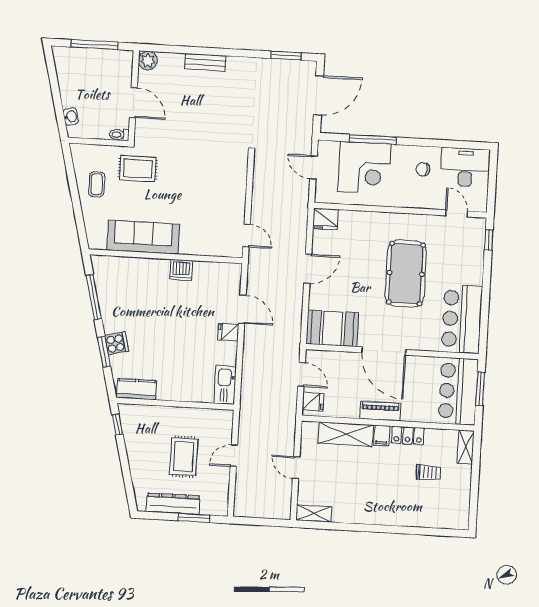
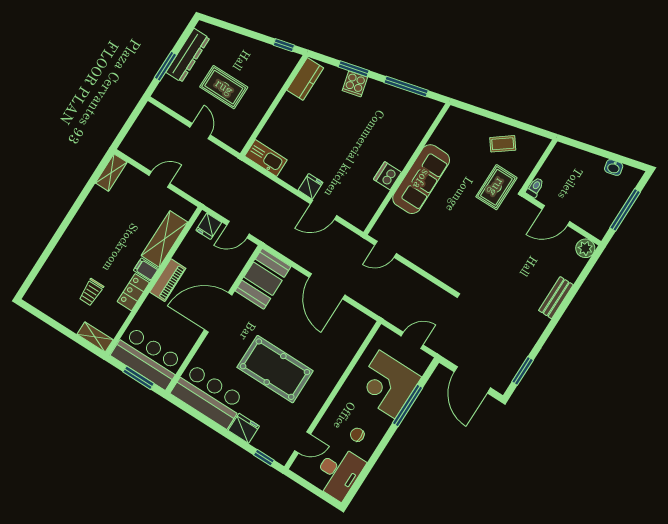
washbasin: (71, 116) -> (614, 167), moved
chair: (423, 169) -> (357, 435), turned -95
coffee table: (97, 184) -> (503, 144), turned -37
fridge: (325, 219) -> (244, 428), moved, turned 90
sofa: (143, 237) -> (421, 179), moved
door: (308, 269) -> (327, 286), width x1.36

